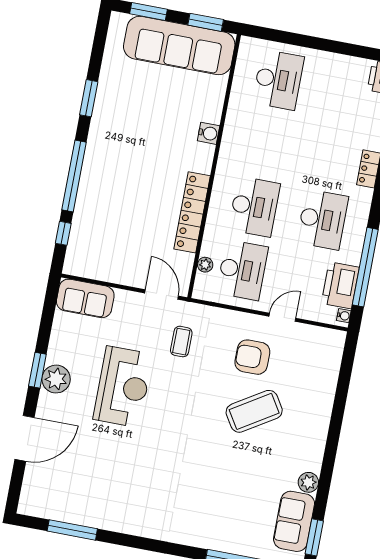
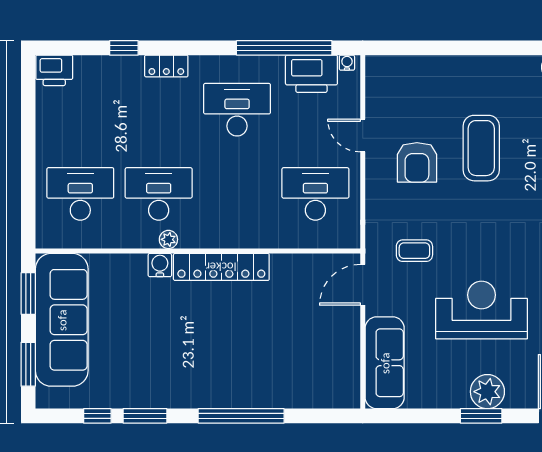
desk: (254, 207) -> (159, 194), moved
locker: (192, 212) -> (221, 267), moved
window: (63, 233) -> (97, 416), moved
plant: (205, 265) -> (168, 239), moved
sofa: (85, 298) -> (385, 363), width x1.36
coffee table: (254, 411) -> (481, 148), turned 32

